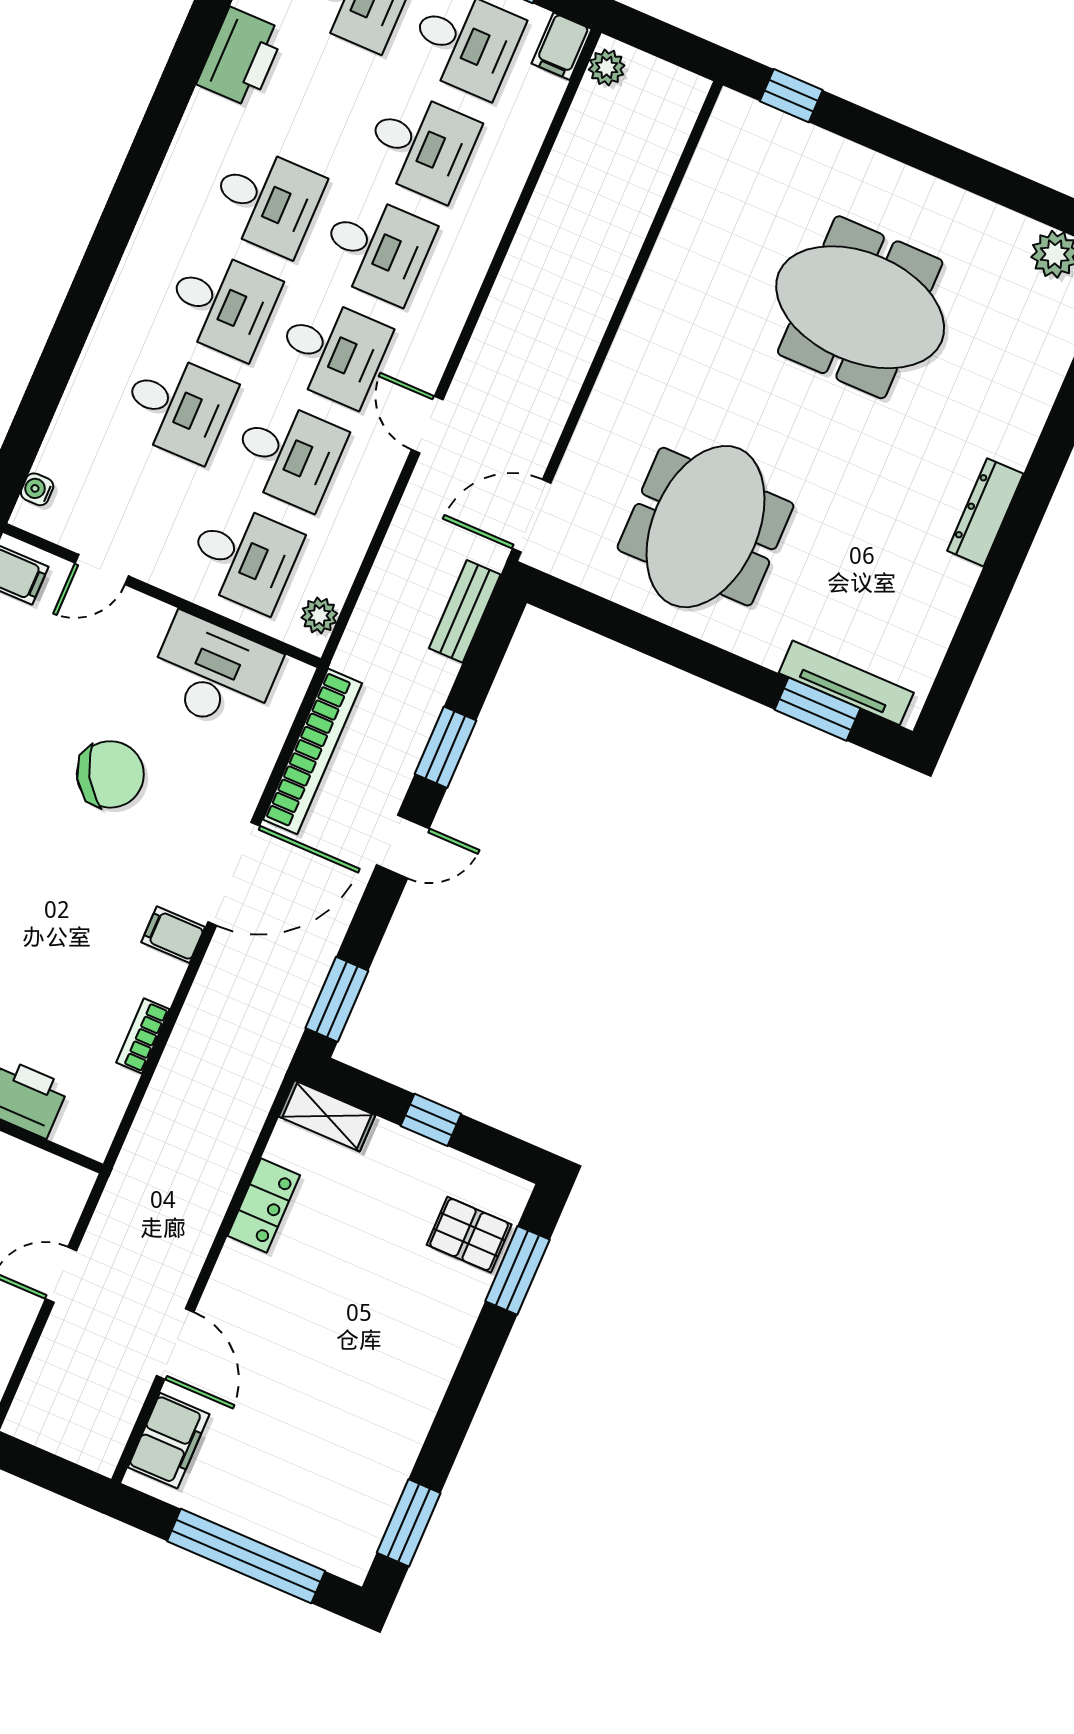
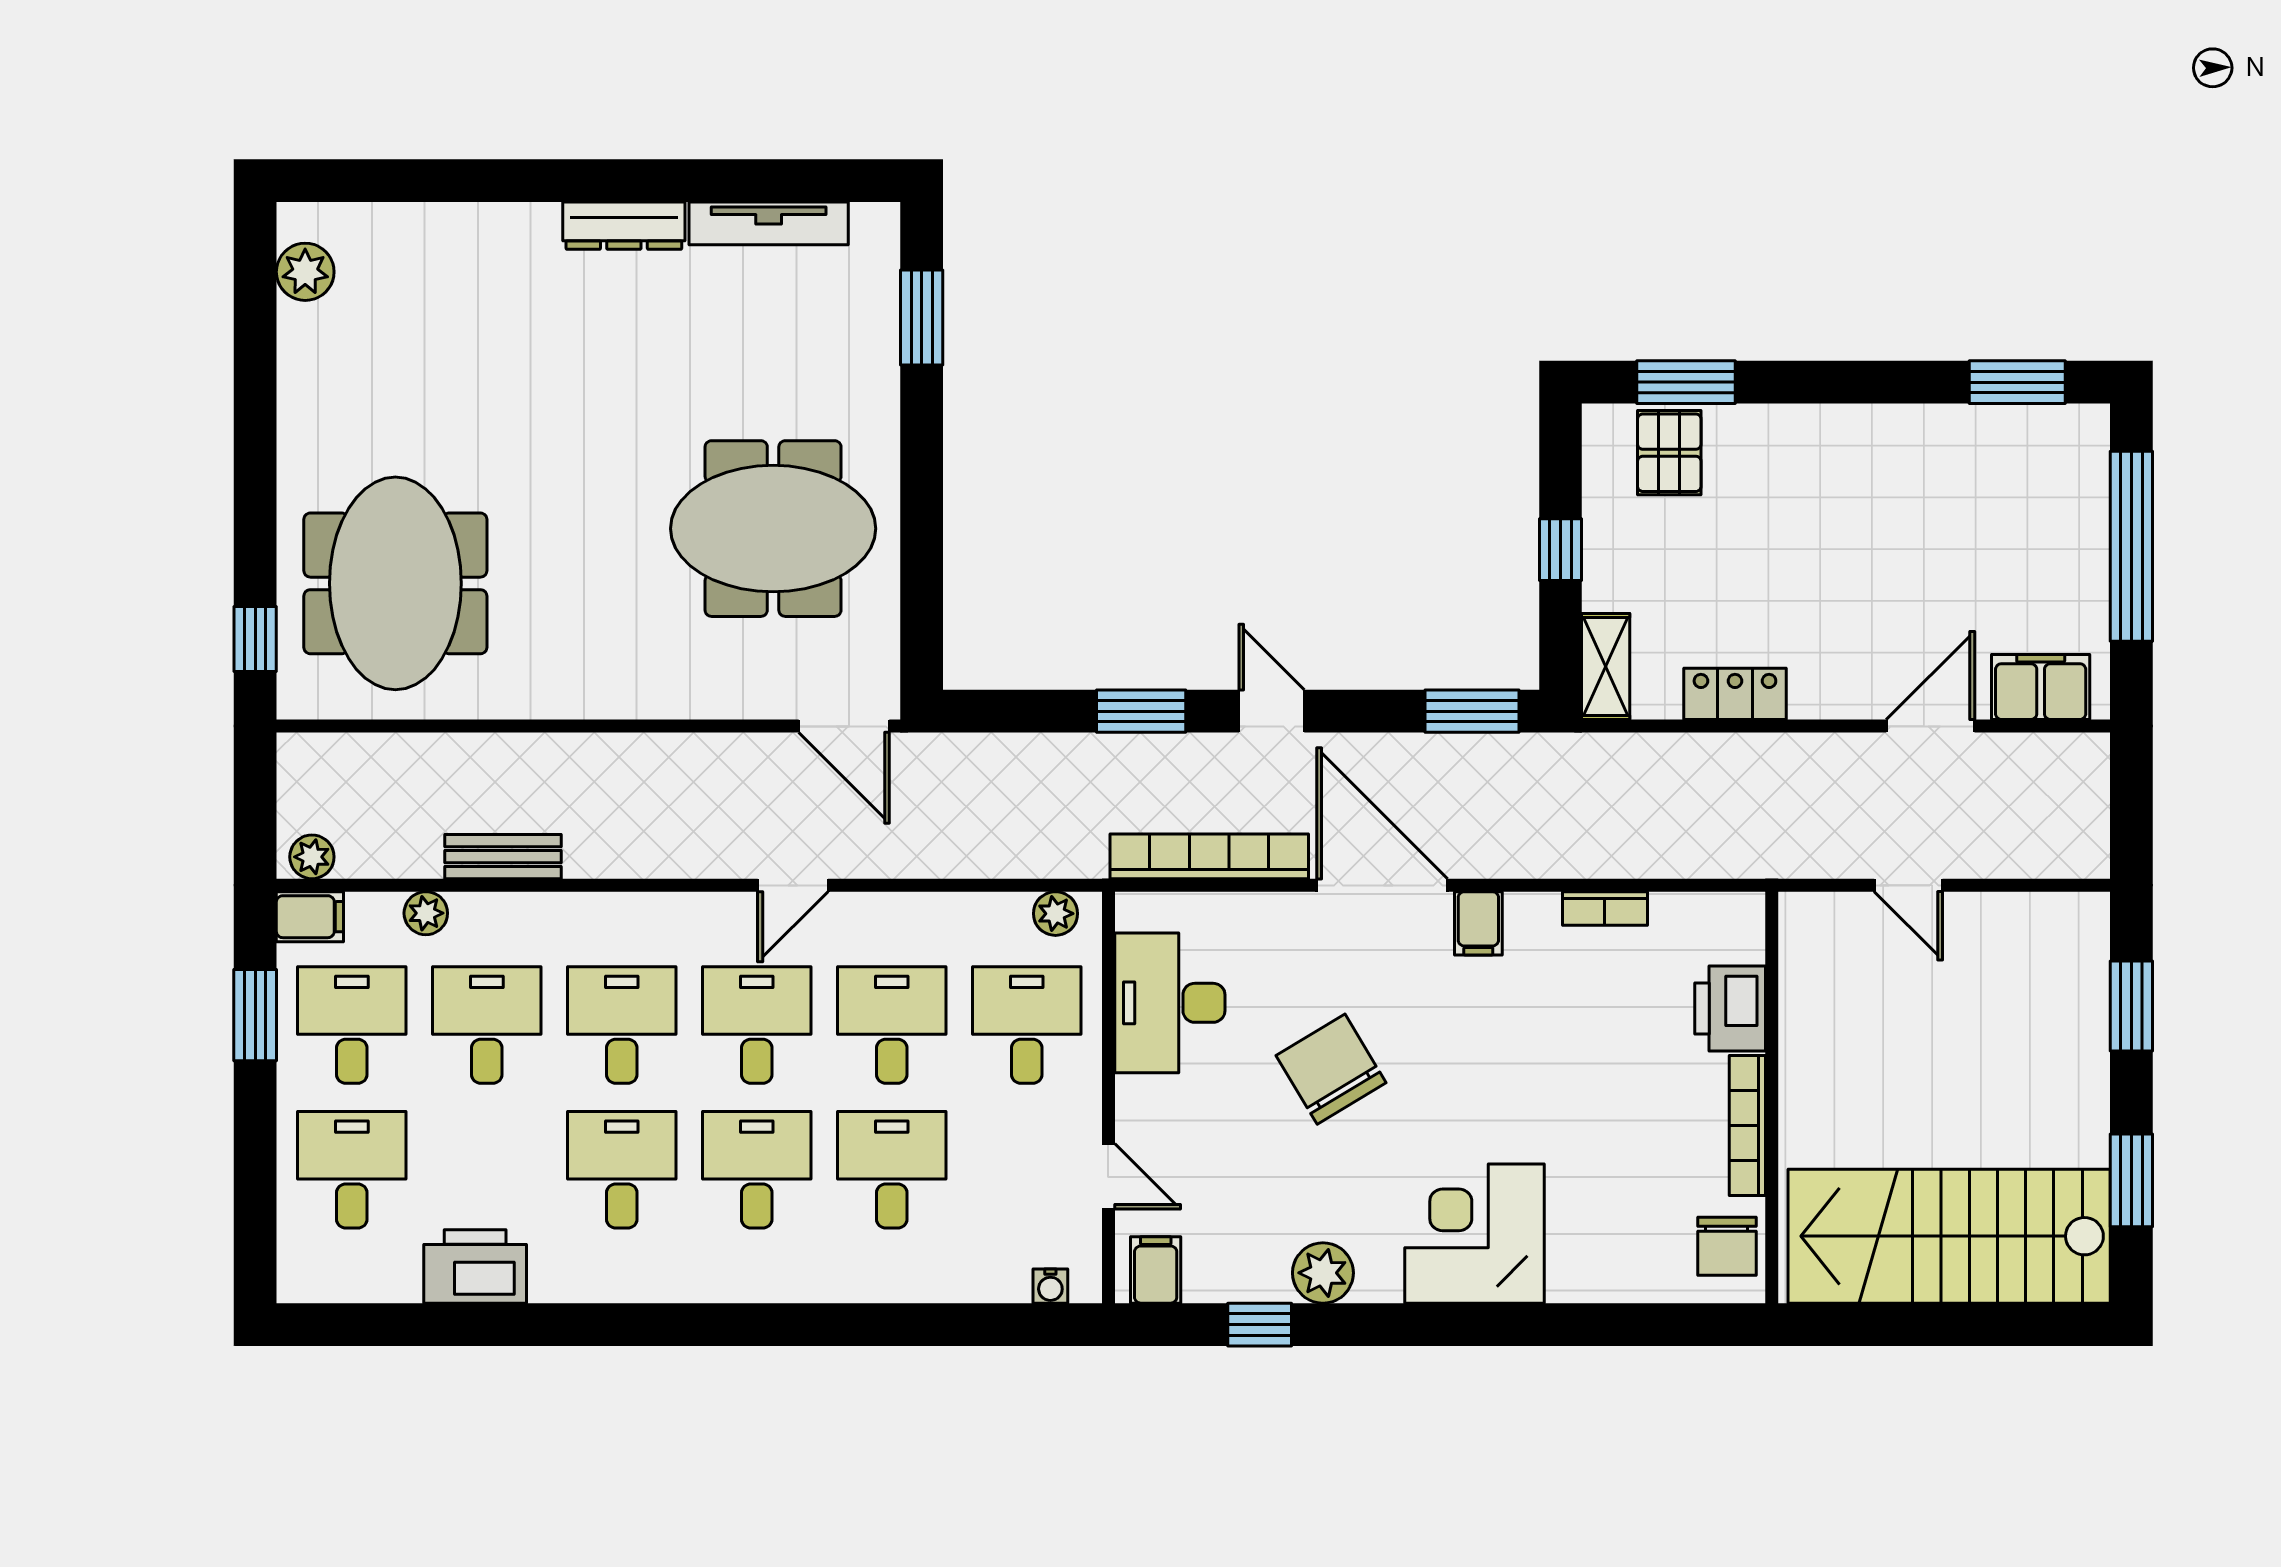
plant: (526, 136) -> (426, 913), added
meeting table: (860, 307) -> (395, 583), moved
bench: (465, 611) -> (503, 857), moved
tv unit: (846, 683) -> (769, 223), moved, turned -90

